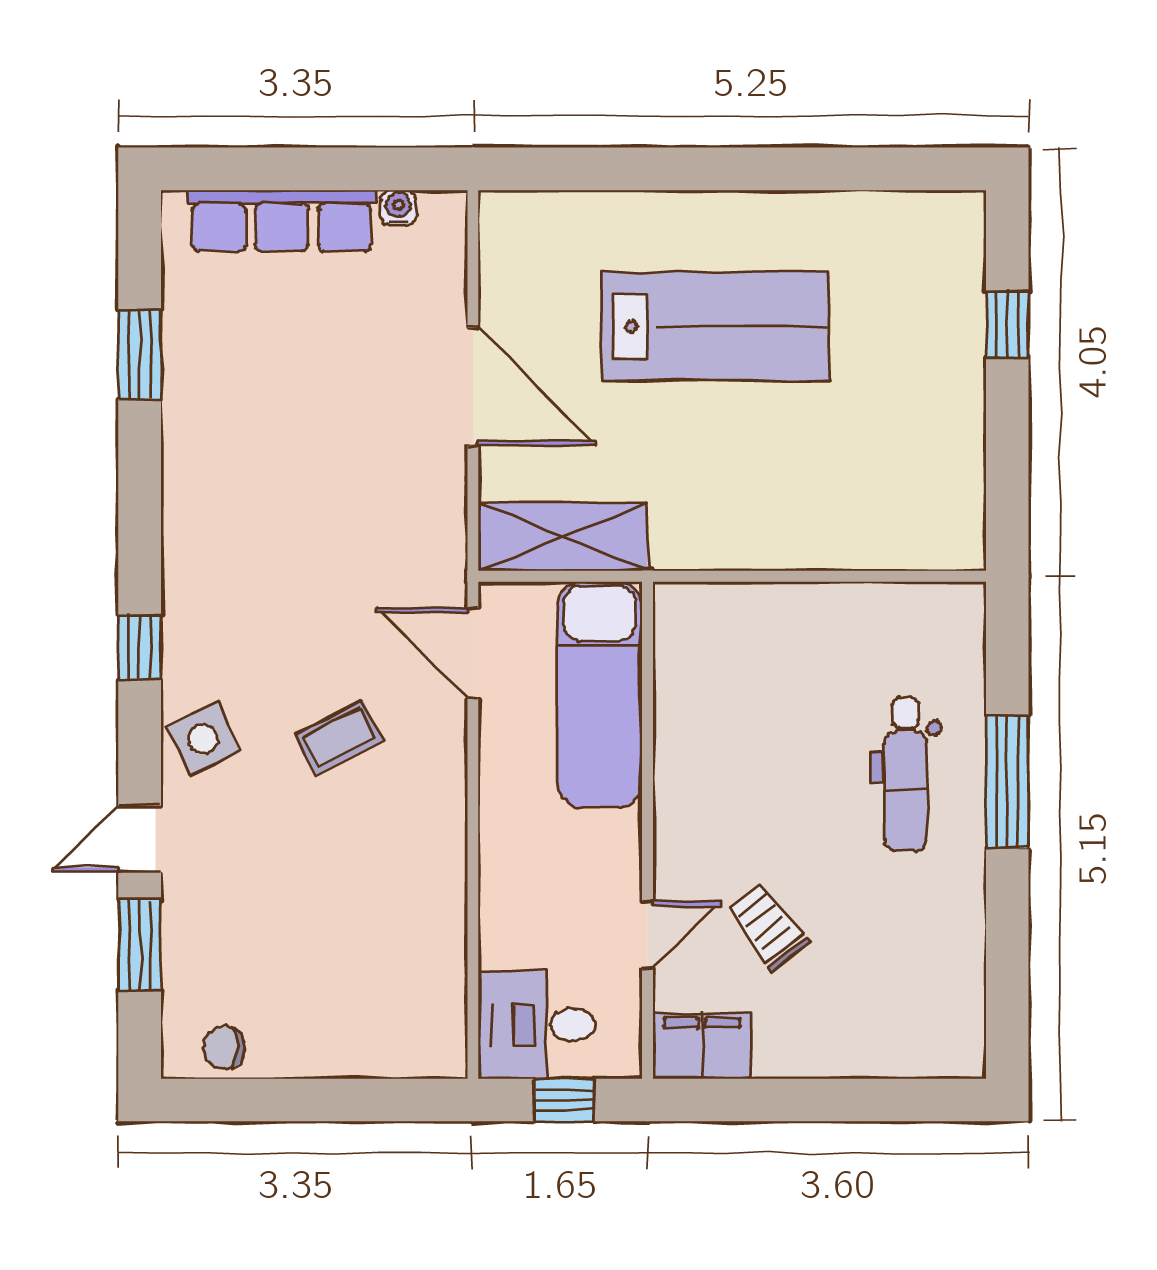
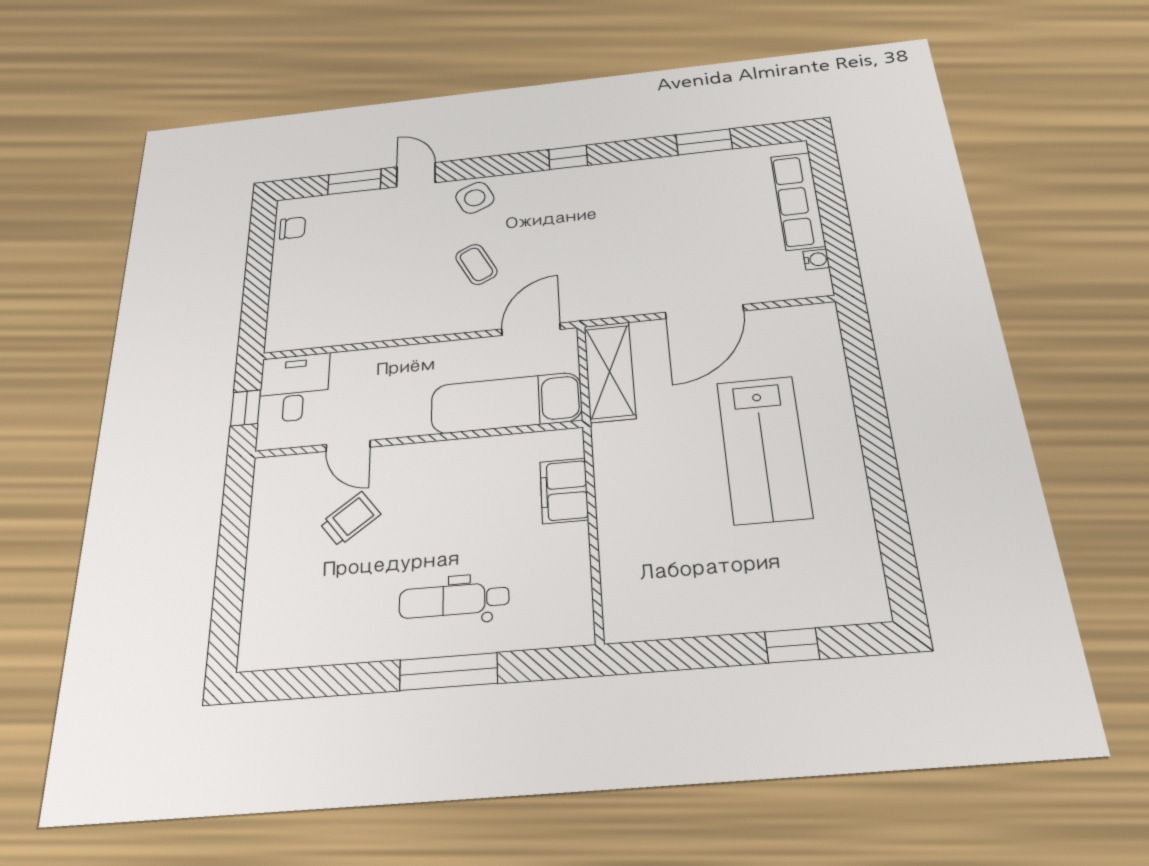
window: (140, 648) -> (568, 157), moved
filing cabinet: (702, 1046) -> (564, 491), moved, turned 180
chair: (224, 1047) -> (292, 228), turned 90

